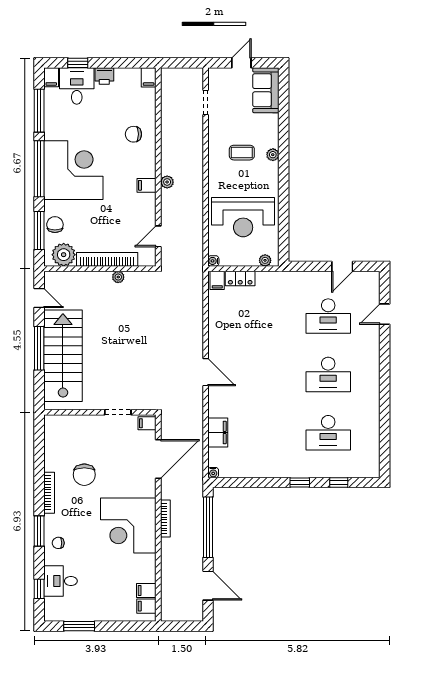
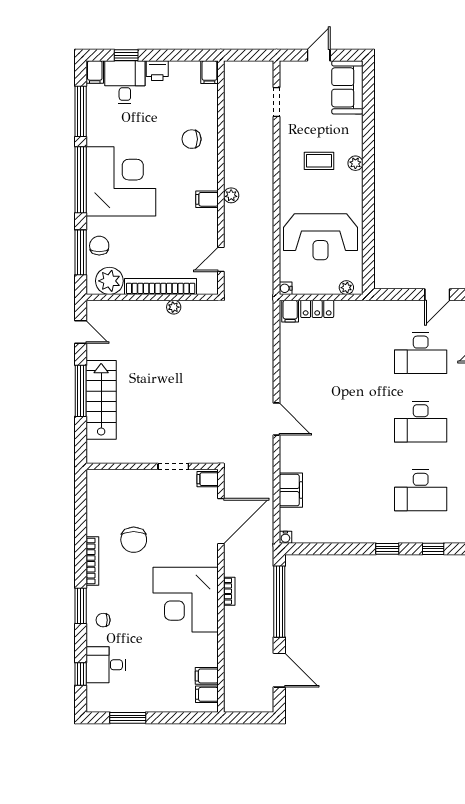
stairs: (63, 356) -> (101, 400), width x0.73, depth x0.66
bookcase: (165, 518) -> (229, 591), width x0.64

